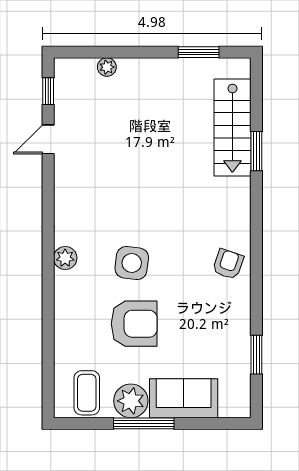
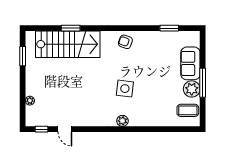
stairs: (232, 127) -> (68, 44), width x1.36, depth x1.51
armchair: (134, 324) -> (154, 87), removed

